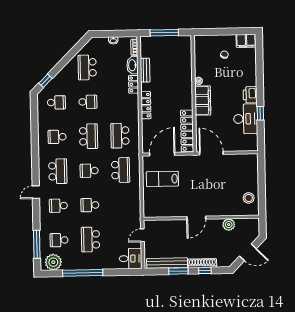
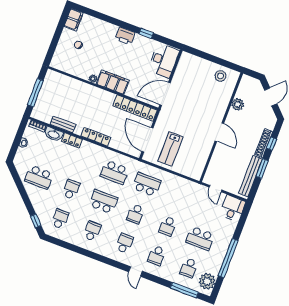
desk: (246, 119) -> (164, 60), moved, turned 90
school desk: (57, 137) -> (92, 231), turned 180
school desk: (58, 171) -> (124, 243), width x0.54

